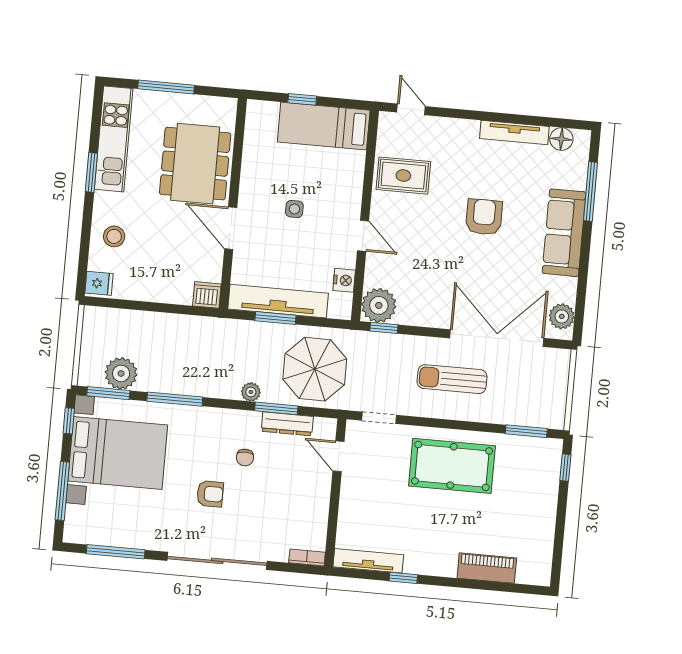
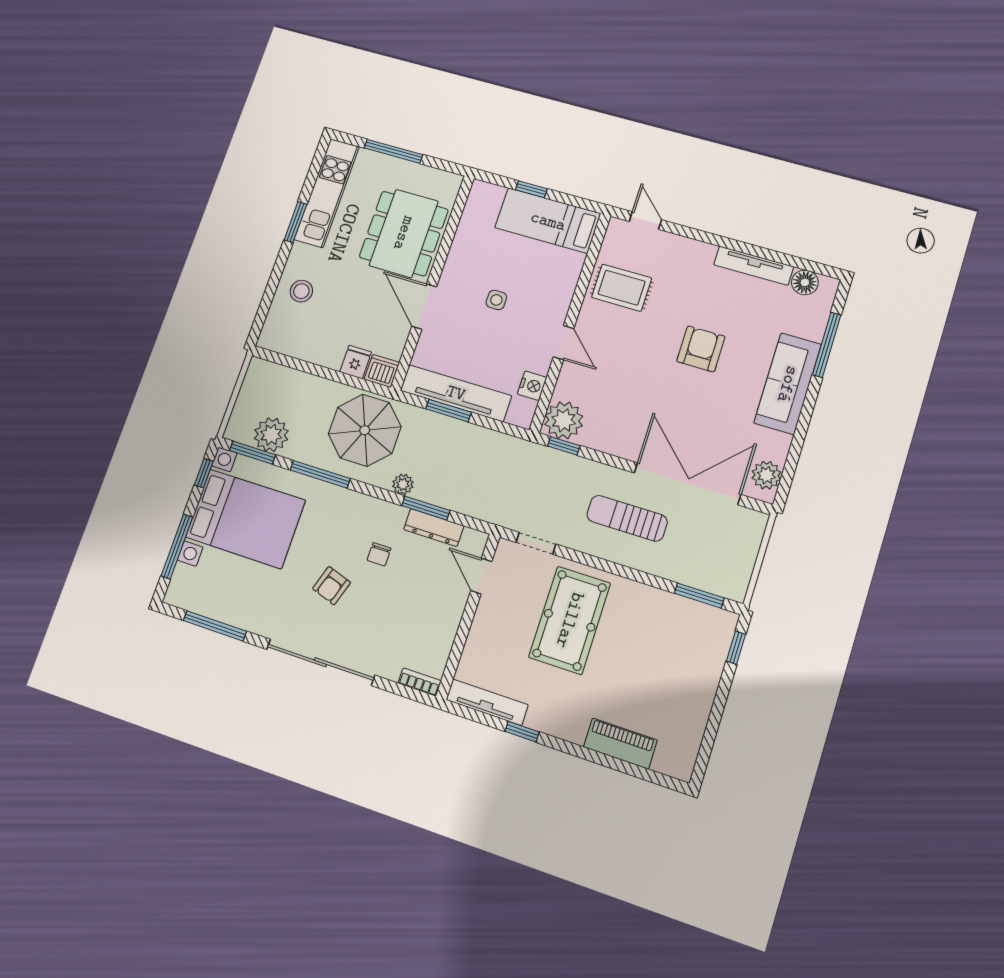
fridge: (99, 283) -> (356, 362), moved, turned -90
parasol: (315, 369) -> (365, 430), moved
pool table: (452, 466) -> (570, 620), moved, turned 90
armchair: (210, 494) -> (332, 586), turned 108

